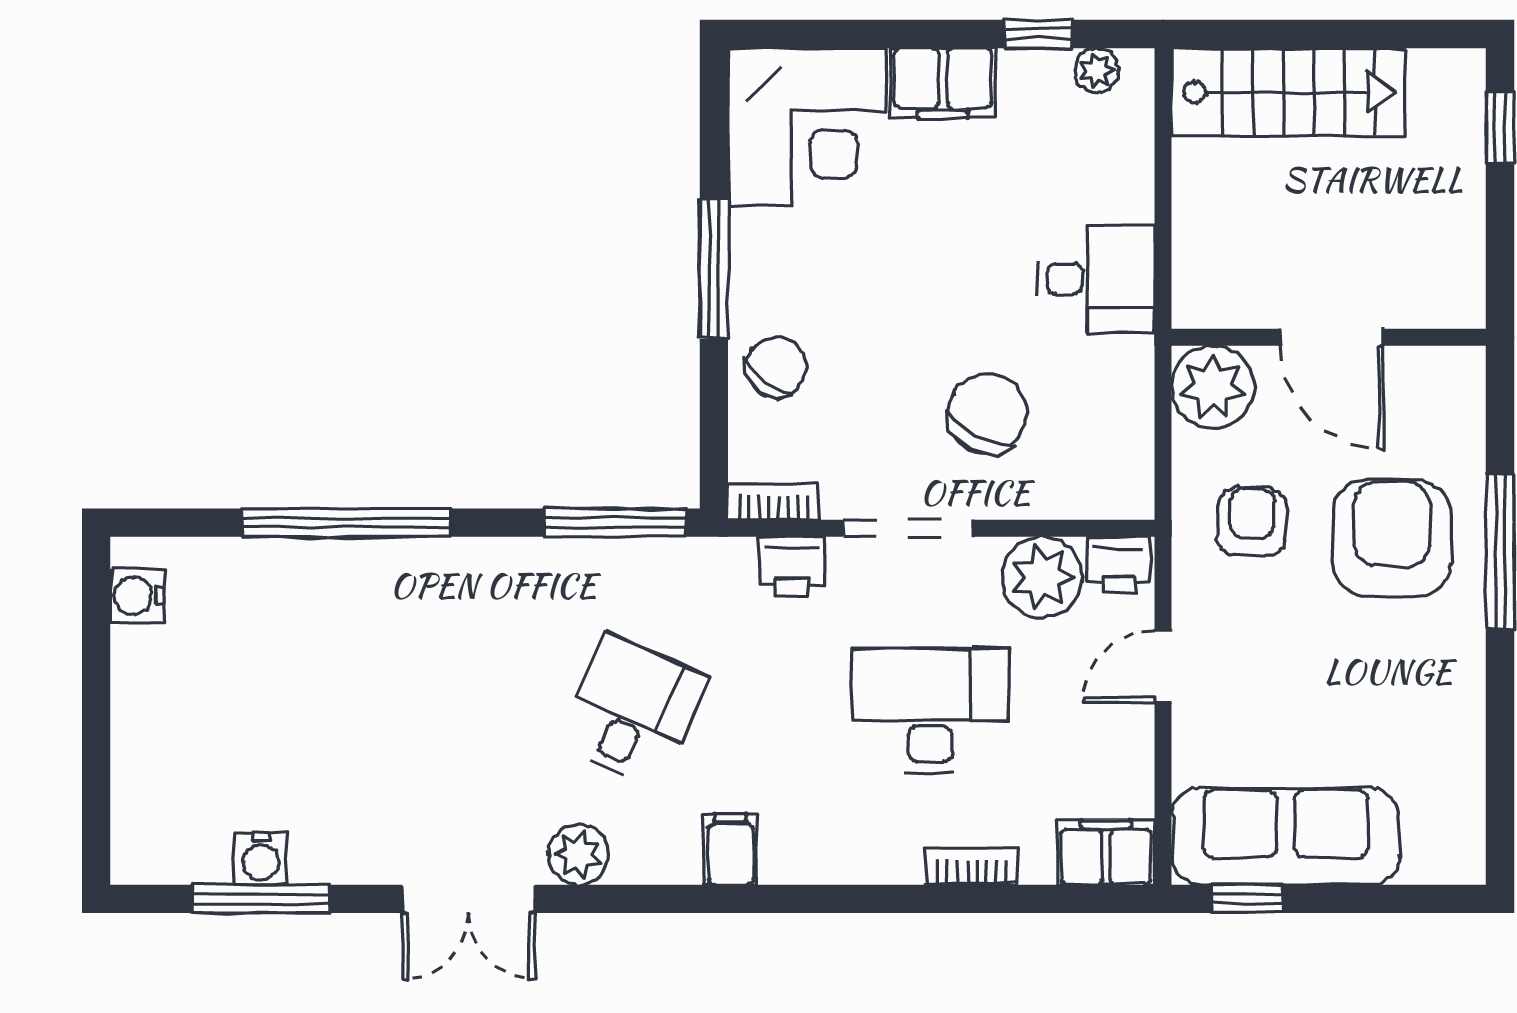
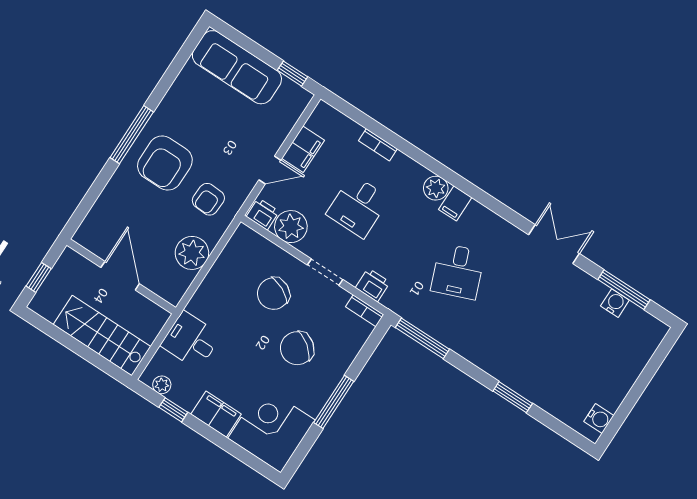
desk: (1096, 279) -> (191, 340), moved
wall: (1329, 337) -> (121, 276), moved
door: (1332, 337) -> (120, 276), moved
chair: (776, 367) -> (297, 348), moved, width x1.37, depth x1.37
window: (346, 523) -> (513, 397), width x0.47
doorway: (908, 528) -> (325, 272), width x0.73
desk: (632, 711) -> (458, 271), turned -45
desk: (930, 711) -> (358, 206), width x0.73
sofa: (1285, 836) -> (237, 67), moved
filing cabinet: (1106, 852) -> (303, 149), moved, turned -90
plant: (578, 855) -> (436, 188), moved

